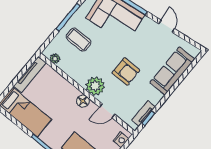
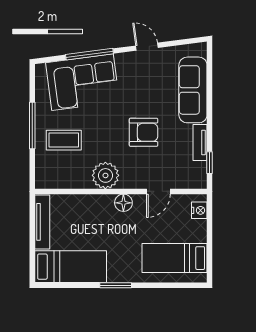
plant: (55, 59) -> (55, 182), removed
plant: (95, 86) -> (105, 175), moved
tv unit: (144, 113) -> (200, 143), moved

